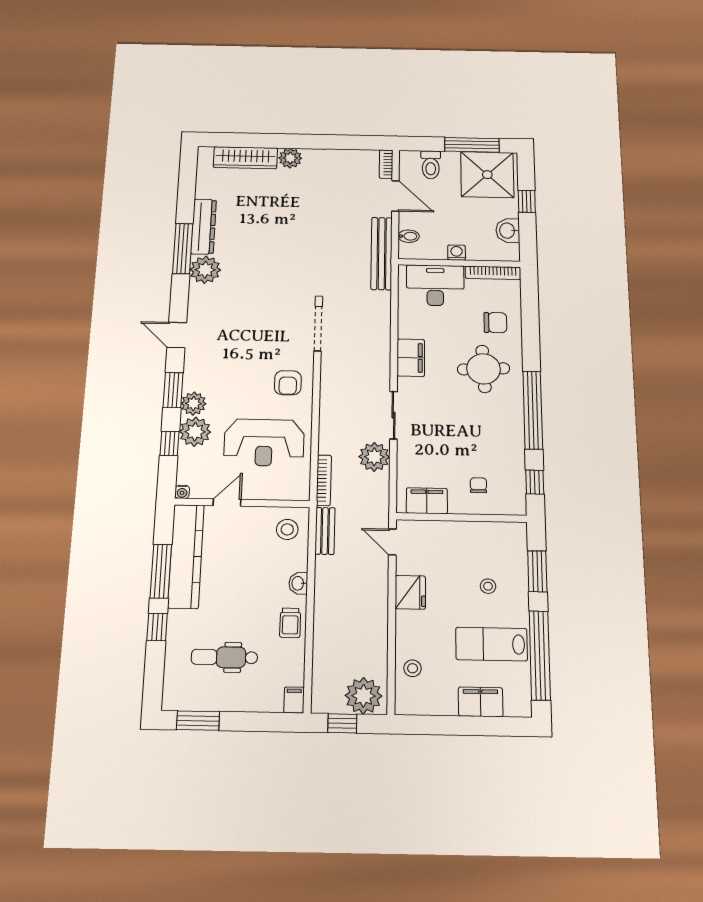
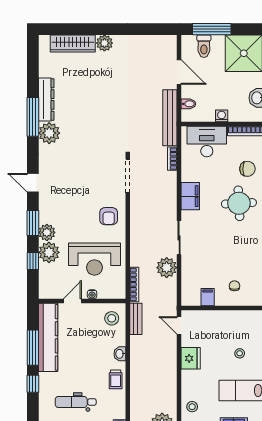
window: (472, 145) -> (212, 29), moved
bookcase: (386, 164) -> (172, 159), moved
water cooler: (182, 492) -> (92, 294), moved
filing cabinet: (427, 501) -> (208, 297), width x0.50

